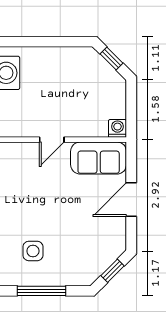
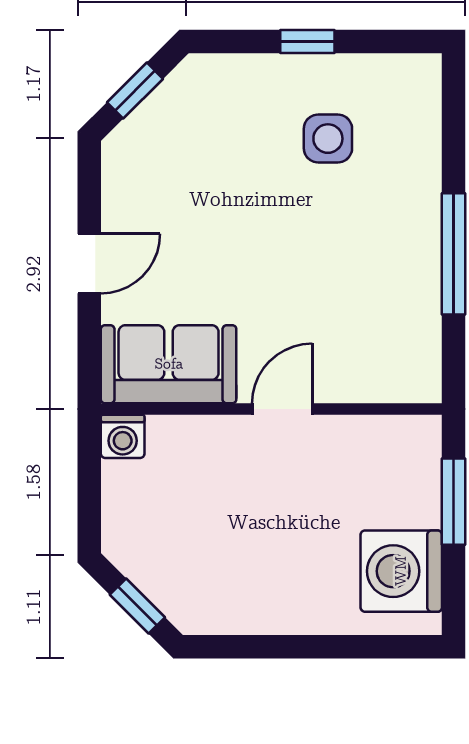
door: (131, 199) -> (89, 264), width x0.73
window: (41, 291) -> (307, 41), width x0.46

